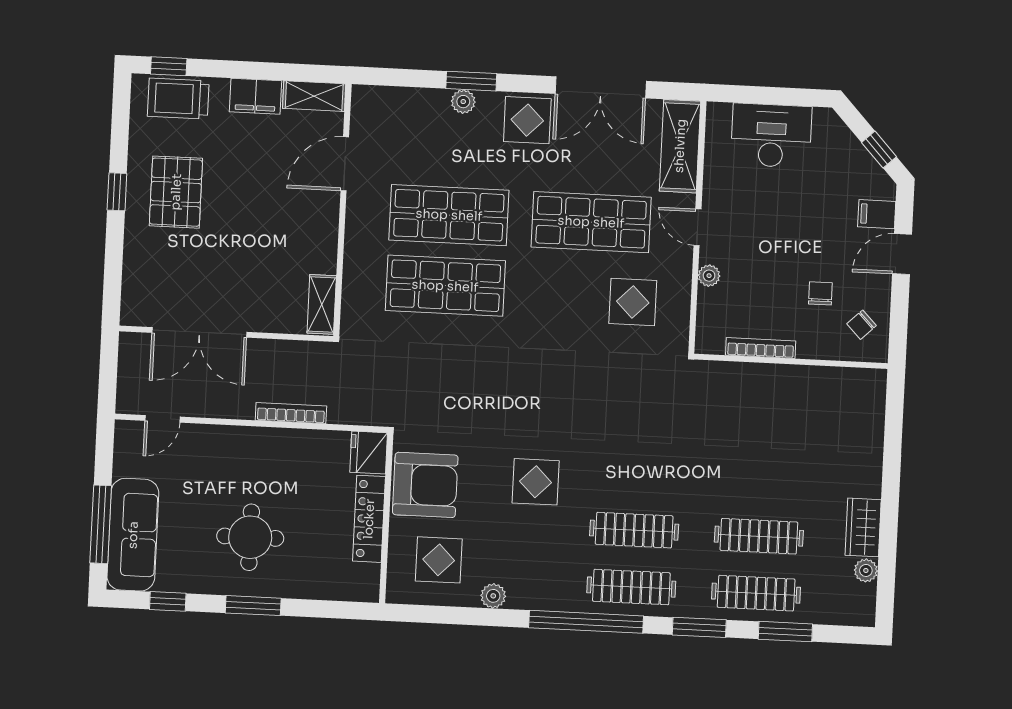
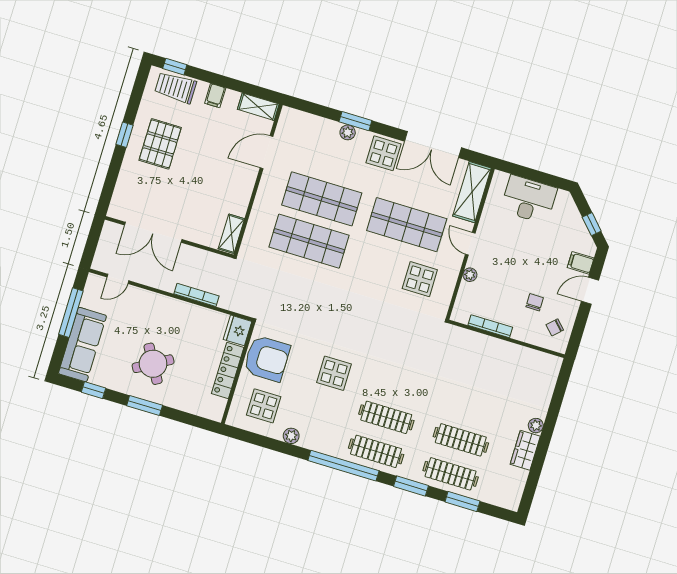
filing cabinet: (256, 96) -> (215, 96), width x0.50
window: (101, 524) -> (71, 313), moved
round table: (250, 537) -> (153, 364), turned -30
plant: (866, 570) -> (536, 426), moved

